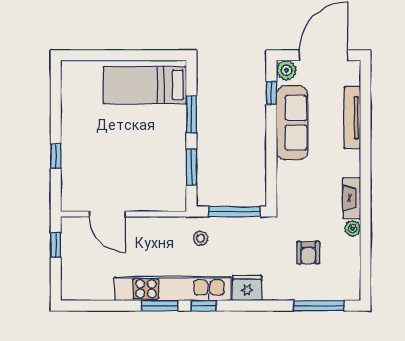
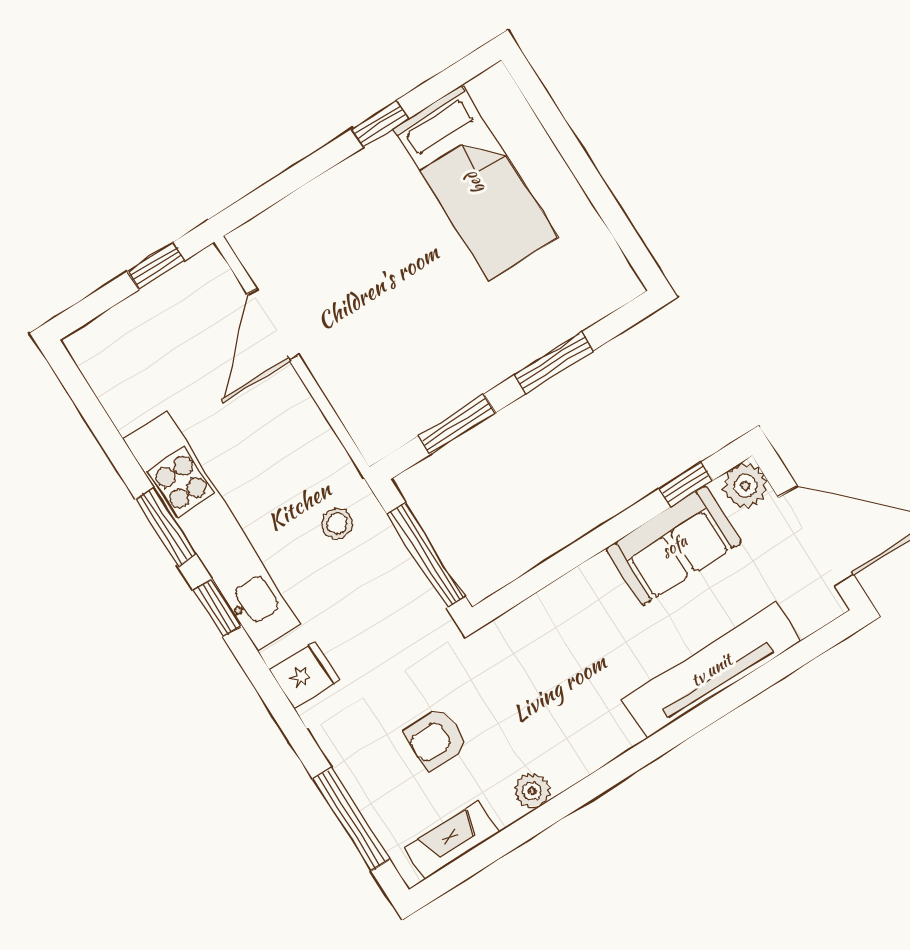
bed: (145, 85) -> (475, 183), moved, turned 180
tv unit: (352, 118) -> (711, 670), width x1.36, depth x1.29
sofa: (292, 123) -> (674, 546), width x0.73
window: (56, 156) -> (380, 124), moved
fireplace: (352, 198) -> (452, 840), moved
fridge: (247, 288) -> (305, 675), width x0.72

